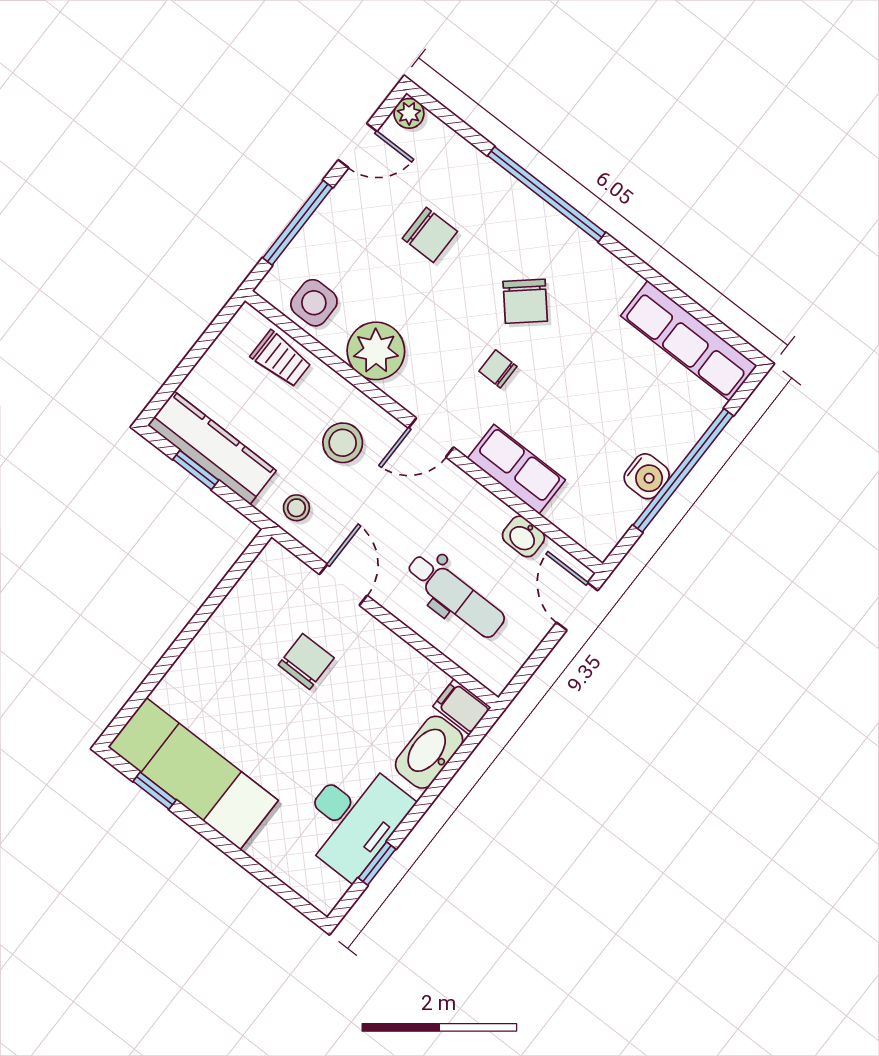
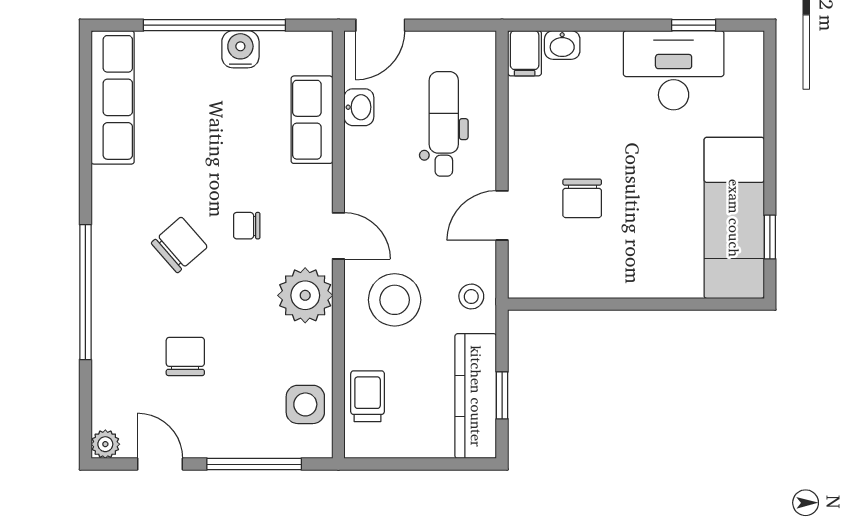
plant: (376, 351) -> (305, 295), moved
chair: (498, 369) -> (247, 226), turned 90
stool: (343, 443) -> (395, 300), width x1.38, depth x1.38
row of seats: (516, 469) -> (312, 120), moved
chair: (306, 661) -> (582, 198), turned -90
washbasin: (429, 752) -> (562, 45), width x0.52, depth x0.69

